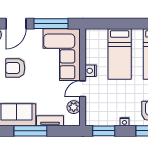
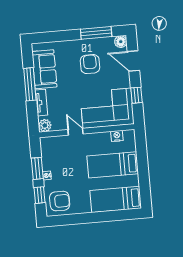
window: (51, 24) -> (136, 95), width x0.46
nightstand: (91, 71) -> (117, 136), moved
plant: (74, 107) -> (45, 126), moved
window: (104, 131) -> (37, 168), moved

